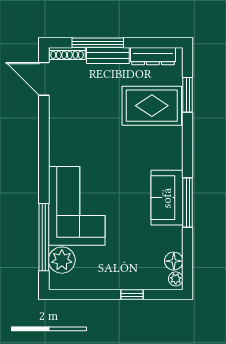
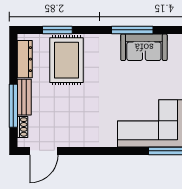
shoe rack: (67, 53) -> (22, 127), width x0.70
window: (188, 202) -> (132, 30), moved

